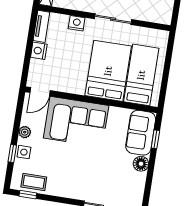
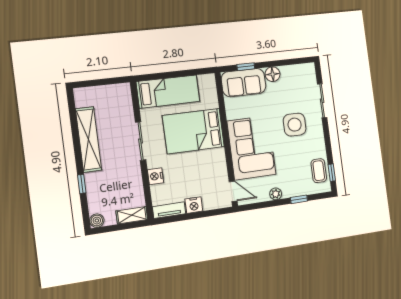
bed: (141, 75) -> (168, 92), moved, turned 180
side table: (24, 152) -> (295, 125), moved, width x1.87, depth x1.87

